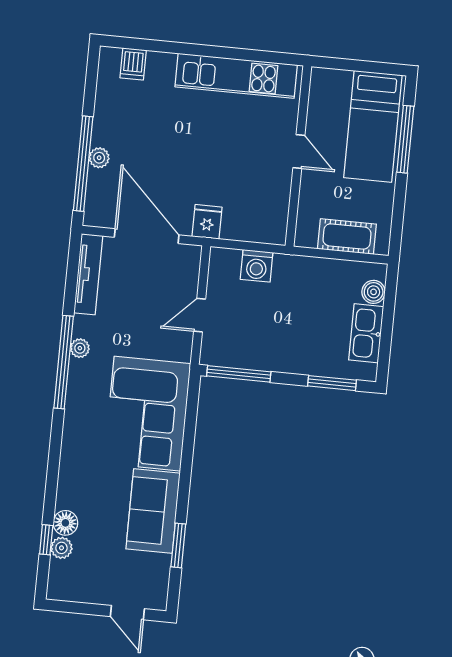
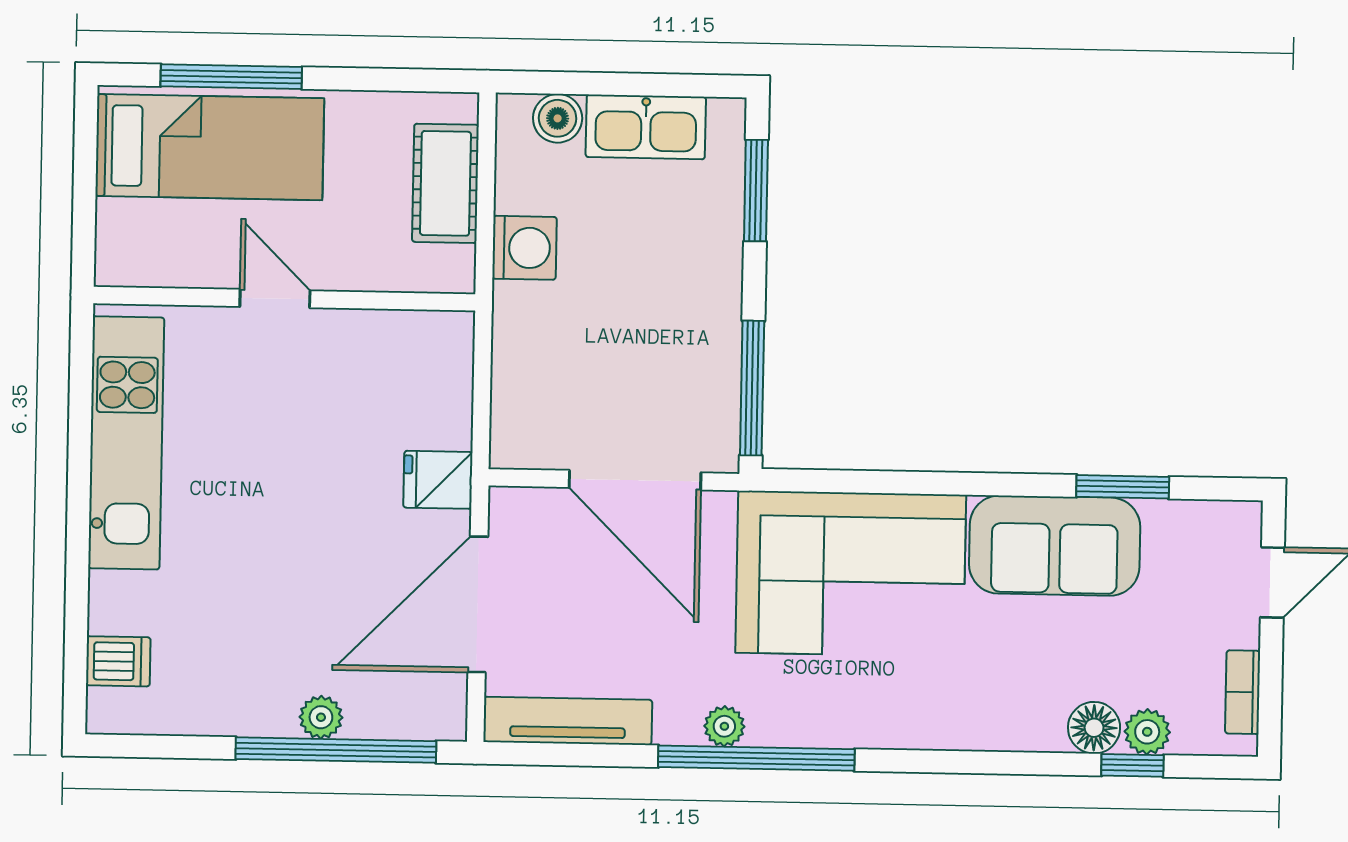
door: (299, 152) -> (275, 299), hinge flipped
washing machine: (257, 266) -> (524, 248), moved
door: (200, 315) -> (635, 480), width x1.87
bookcase: (77, 594) -> (1243, 692), added

